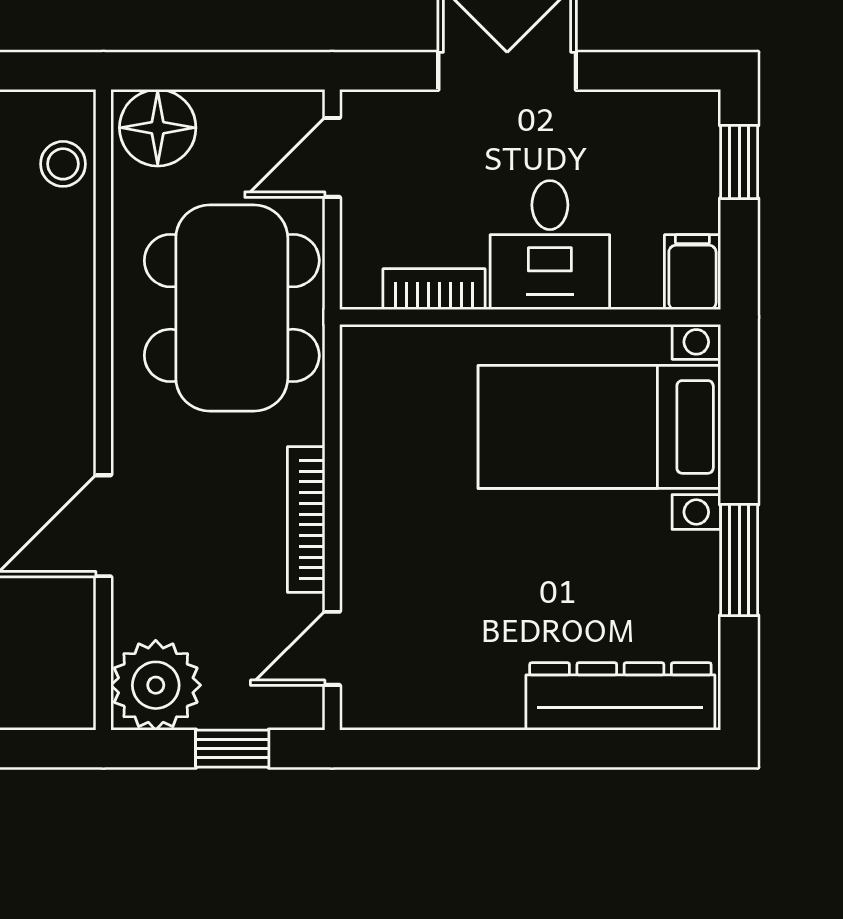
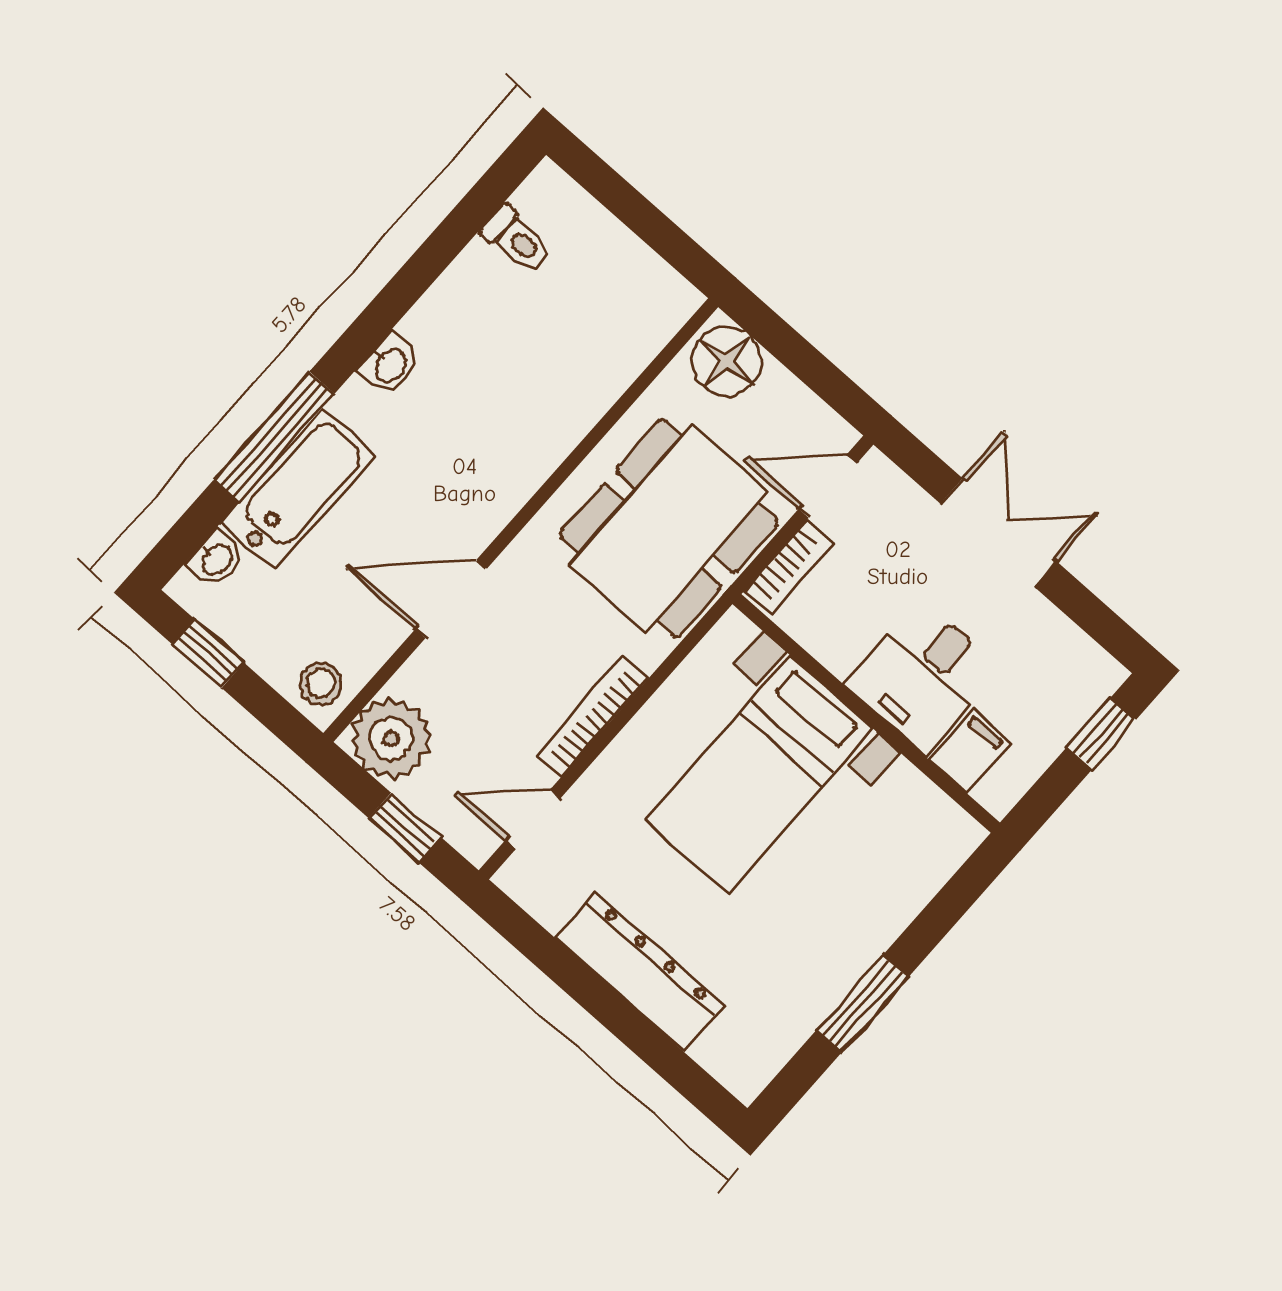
stool: (63, 164) -> (321, 684), moved
filing cabinet: (692, 272) -> (970, 751), moved
bookcase: (434, 289) -> (789, 568), moved, turned 90
bed with nightstands: (599, 427) -> (759, 774), moved, turned -90
dresser: (620, 696) -> (639, 972), moved

